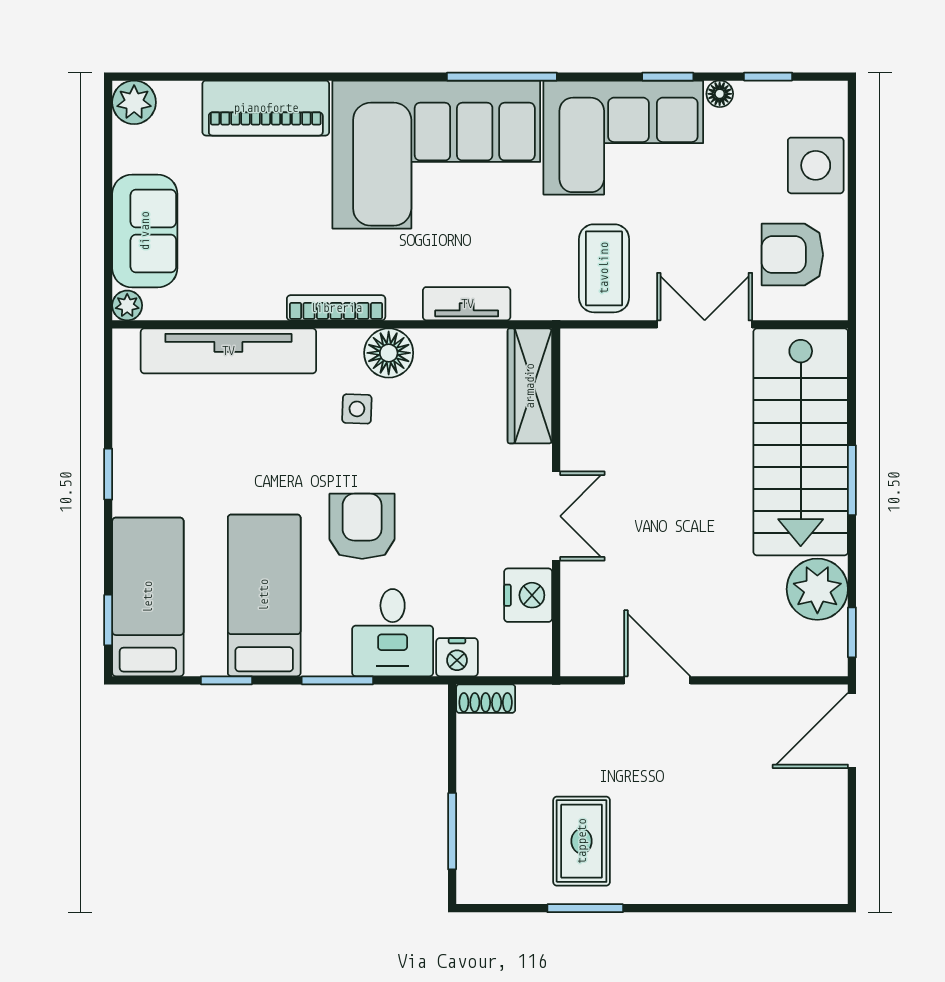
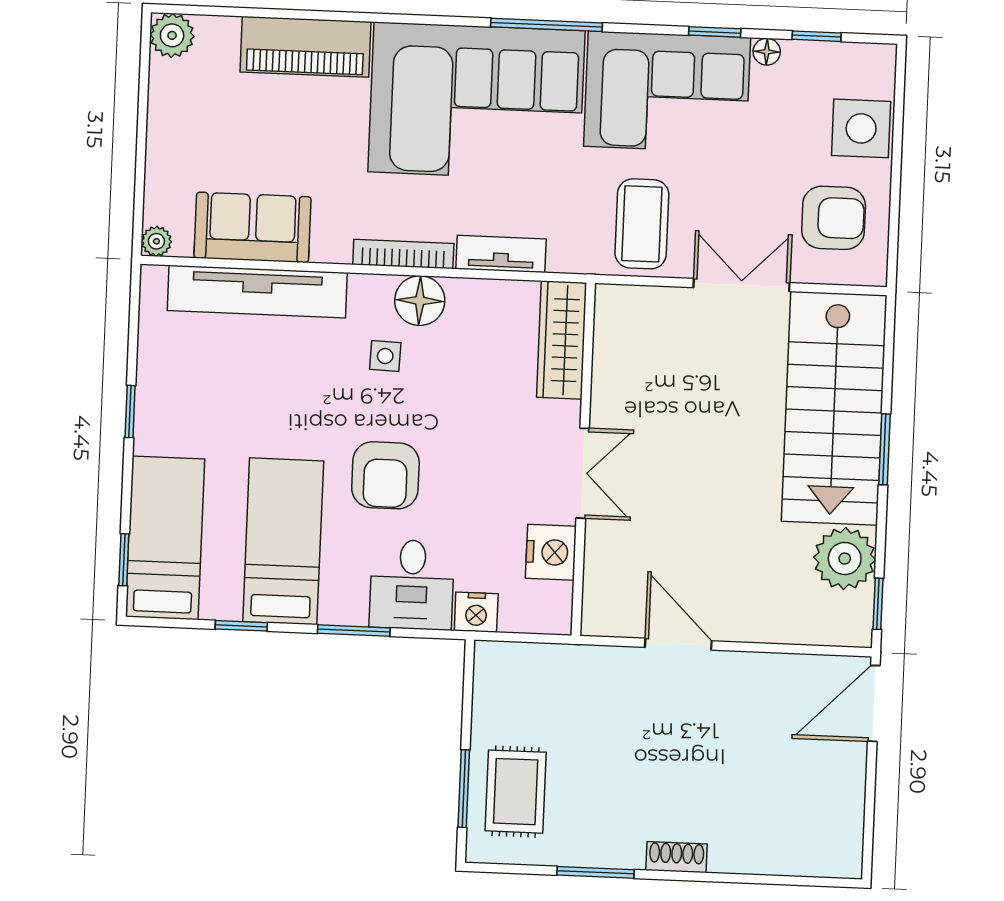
sofa: (145, 231) -> (253, 227), moved, turned -90
armchair: (792, 255) -> (834, 218), turned 180
bookcase: (336, 308) -> (403, 254), moved
armchair: (362, 526) -> (385, 475), turned 180
shoe rack: (486, 699) -> (677, 857), moved, turned 180
rug: (582, 841) -> (516, 792), moved

